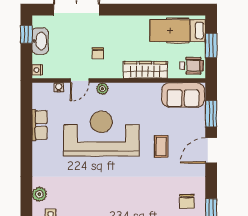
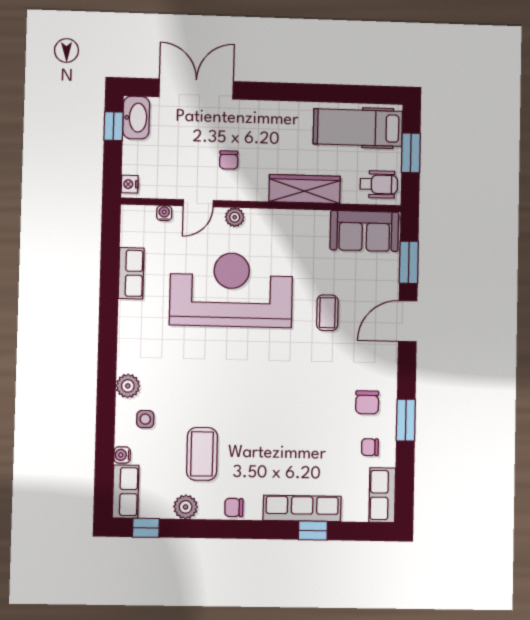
washbasin: (40, 41) -> (136, 118), moved

